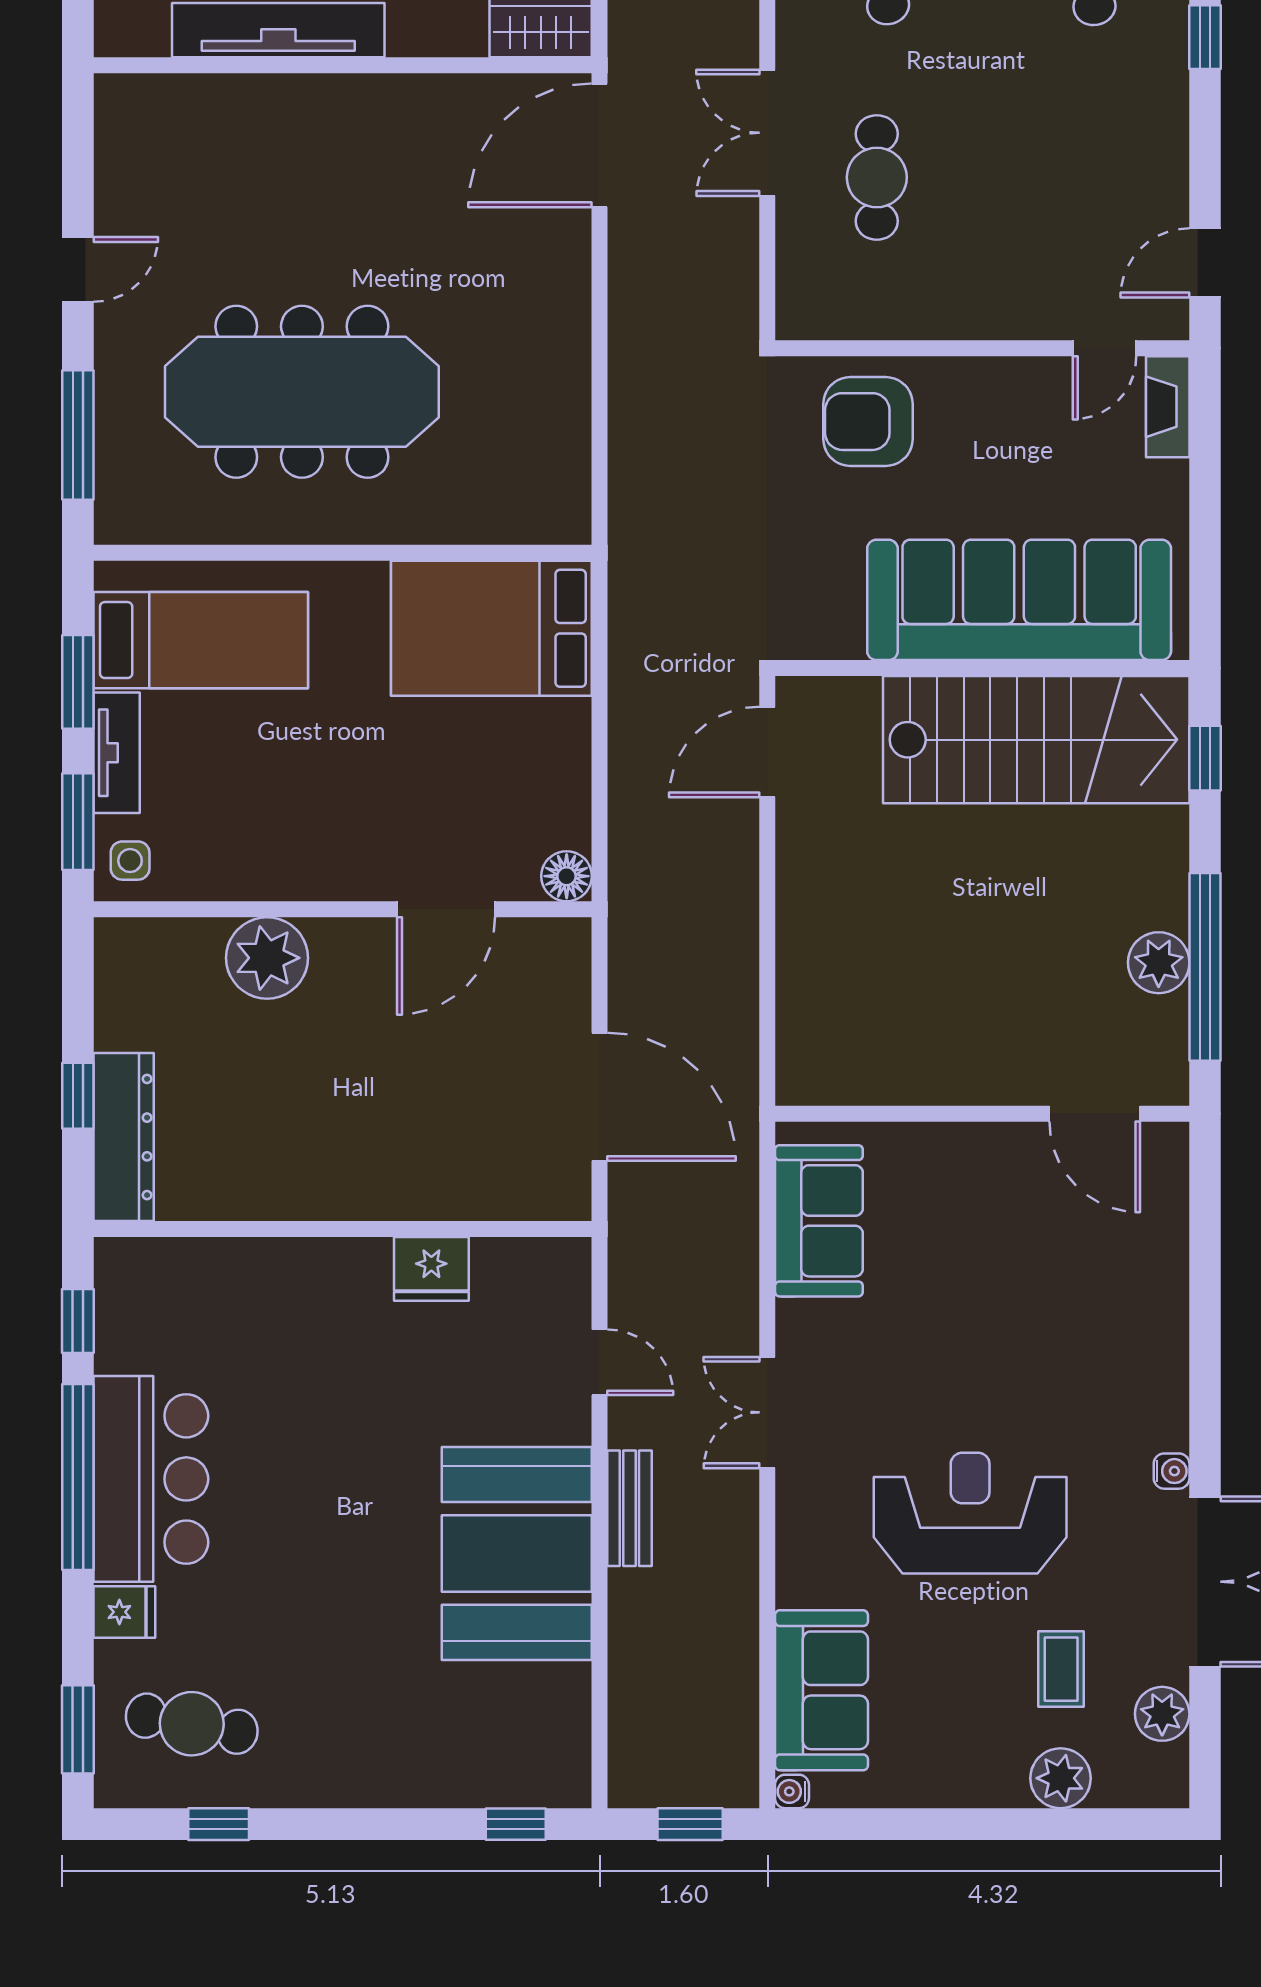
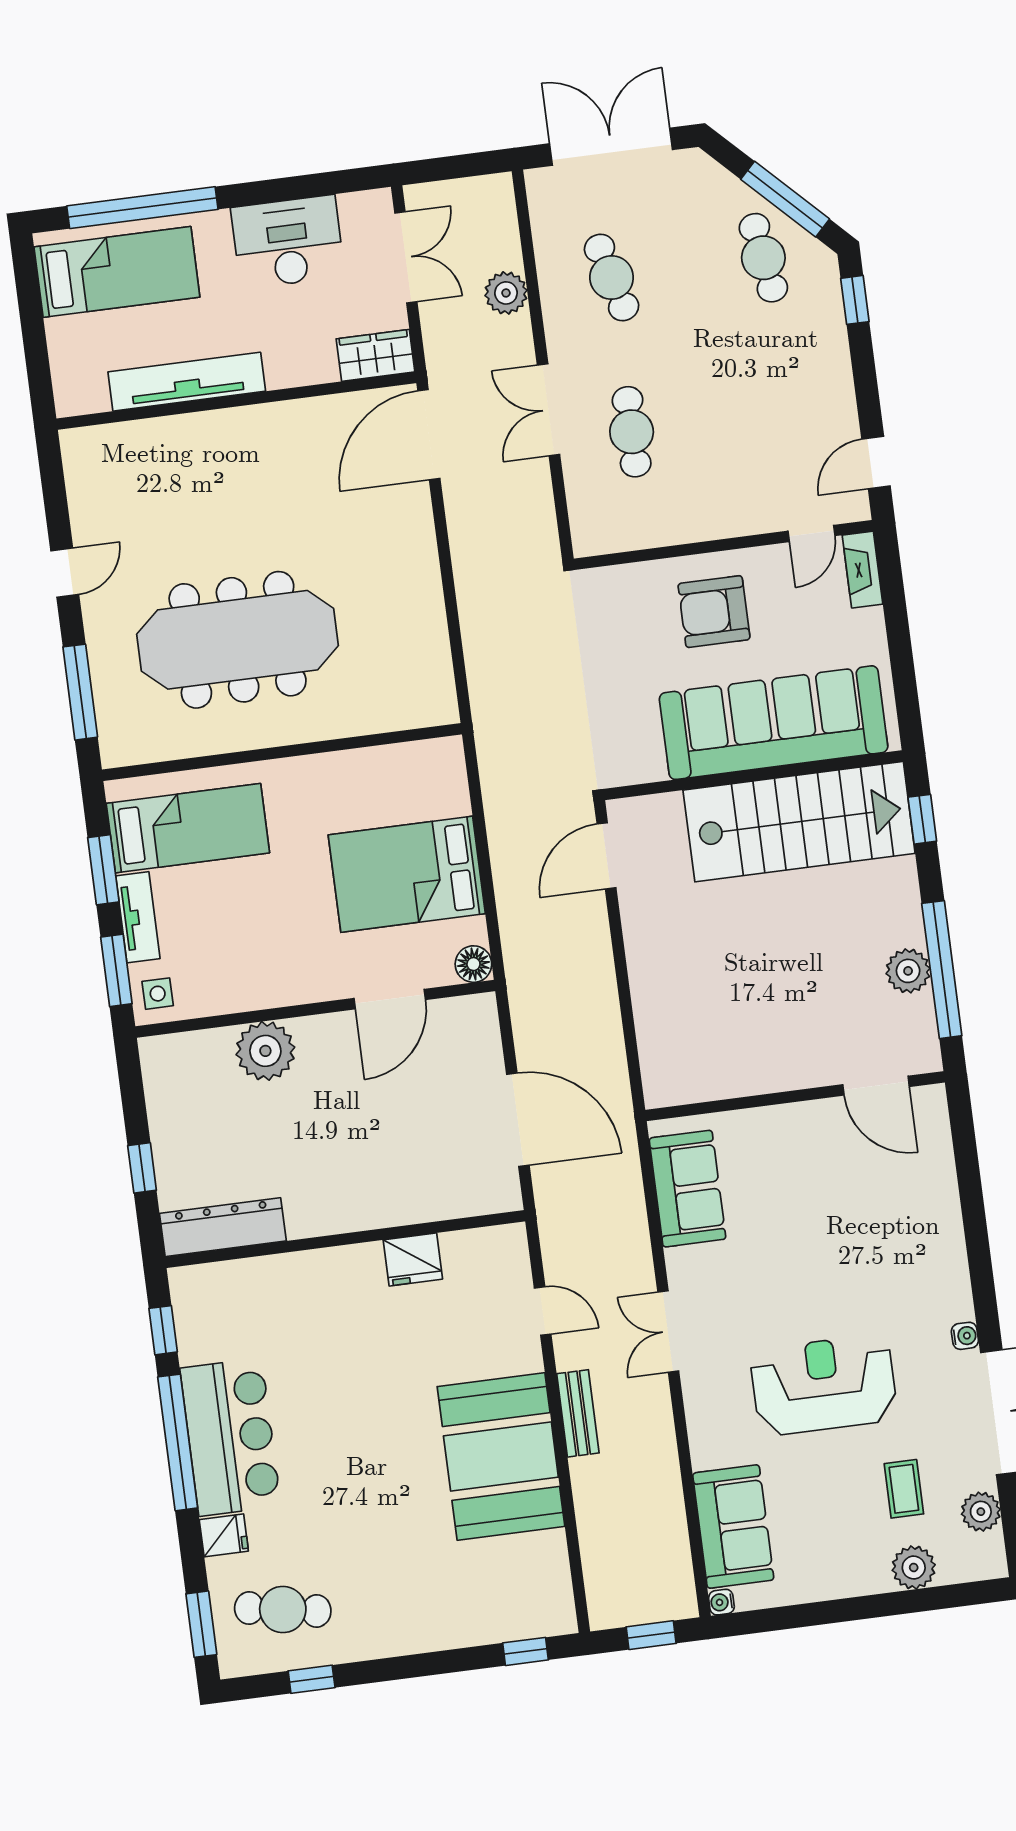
armchair: (868, 422) -> (714, 612), moved
bed: (491, 628) -> (407, 874), moved
dresser: (124, 1137) -> (223, 1227), moved, turned -90

